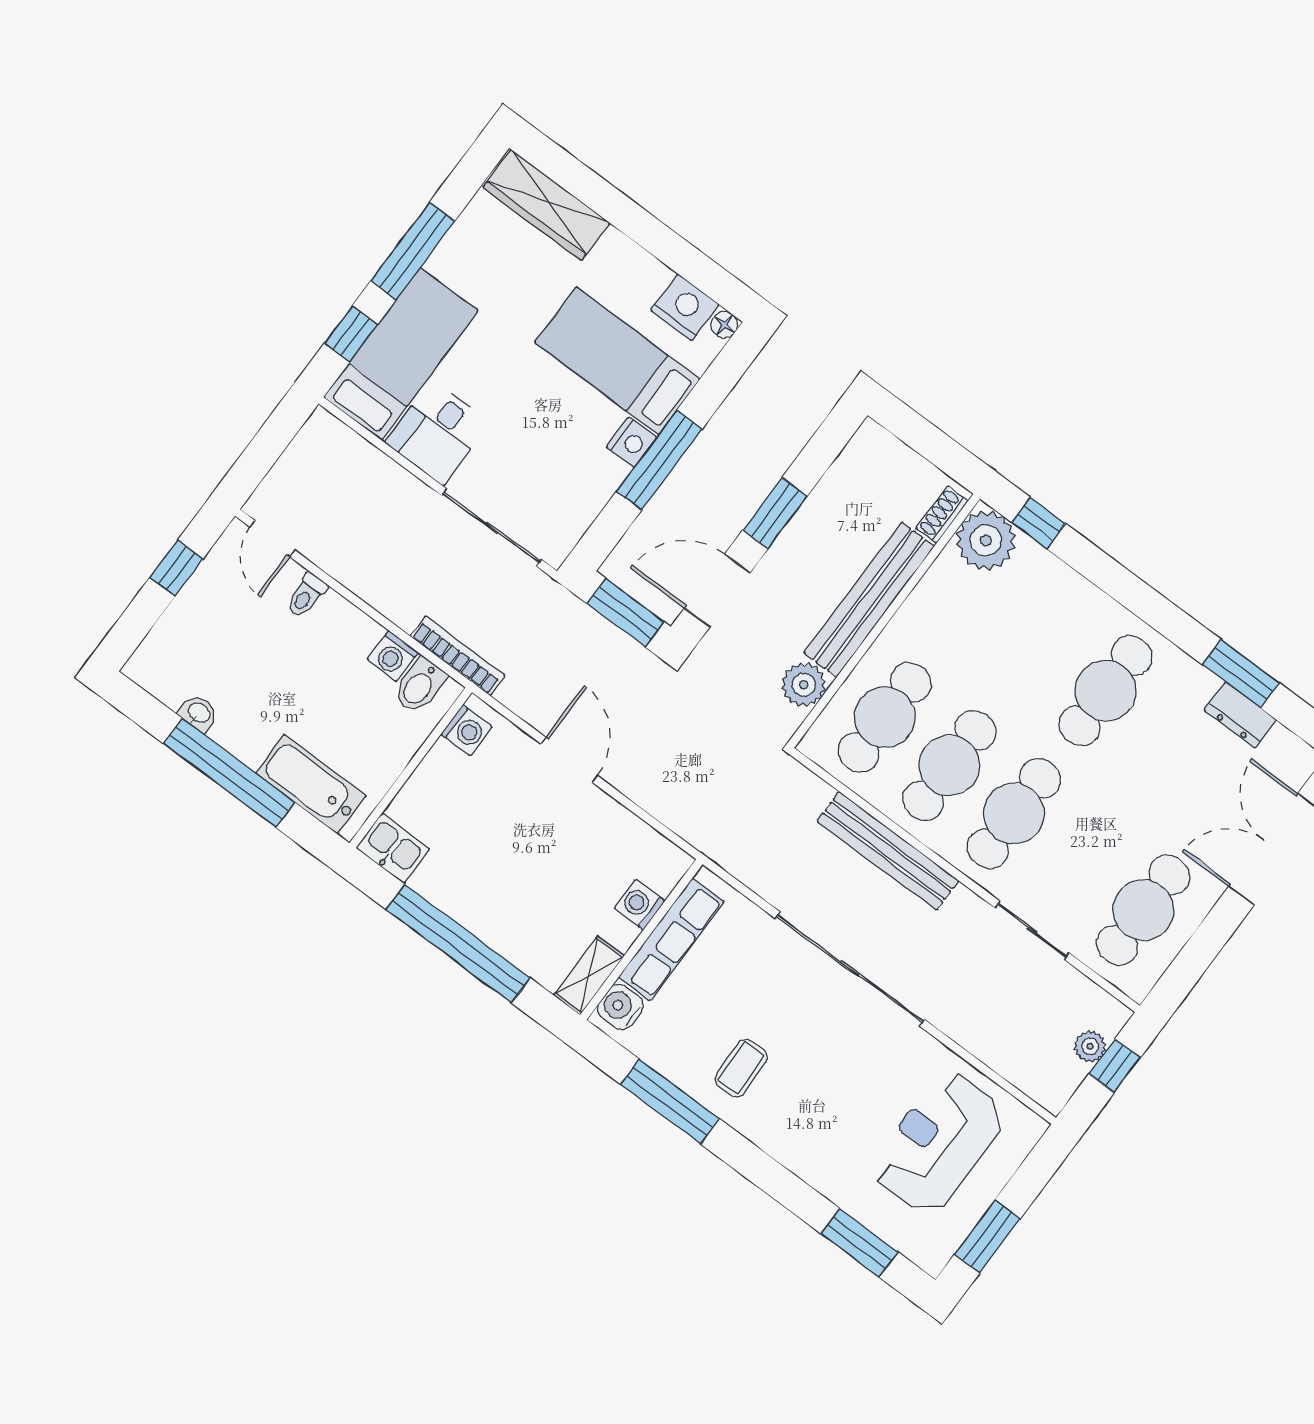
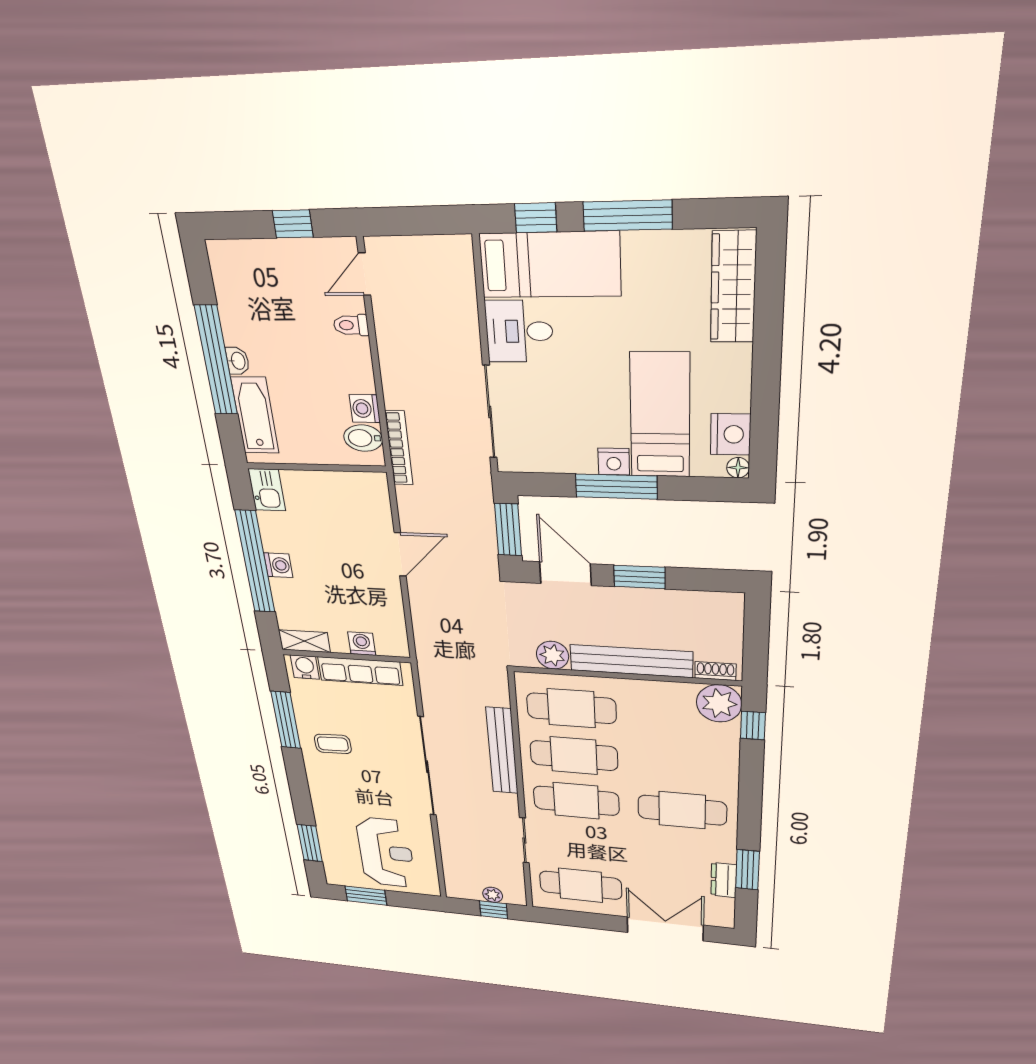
washbasin: (199, 713) -> (238, 361), moved
washing machine: (466, 730) -> (278, 565), moved, turned -90
reception desk: (938, 1143) -> (386, 853), turned 90

